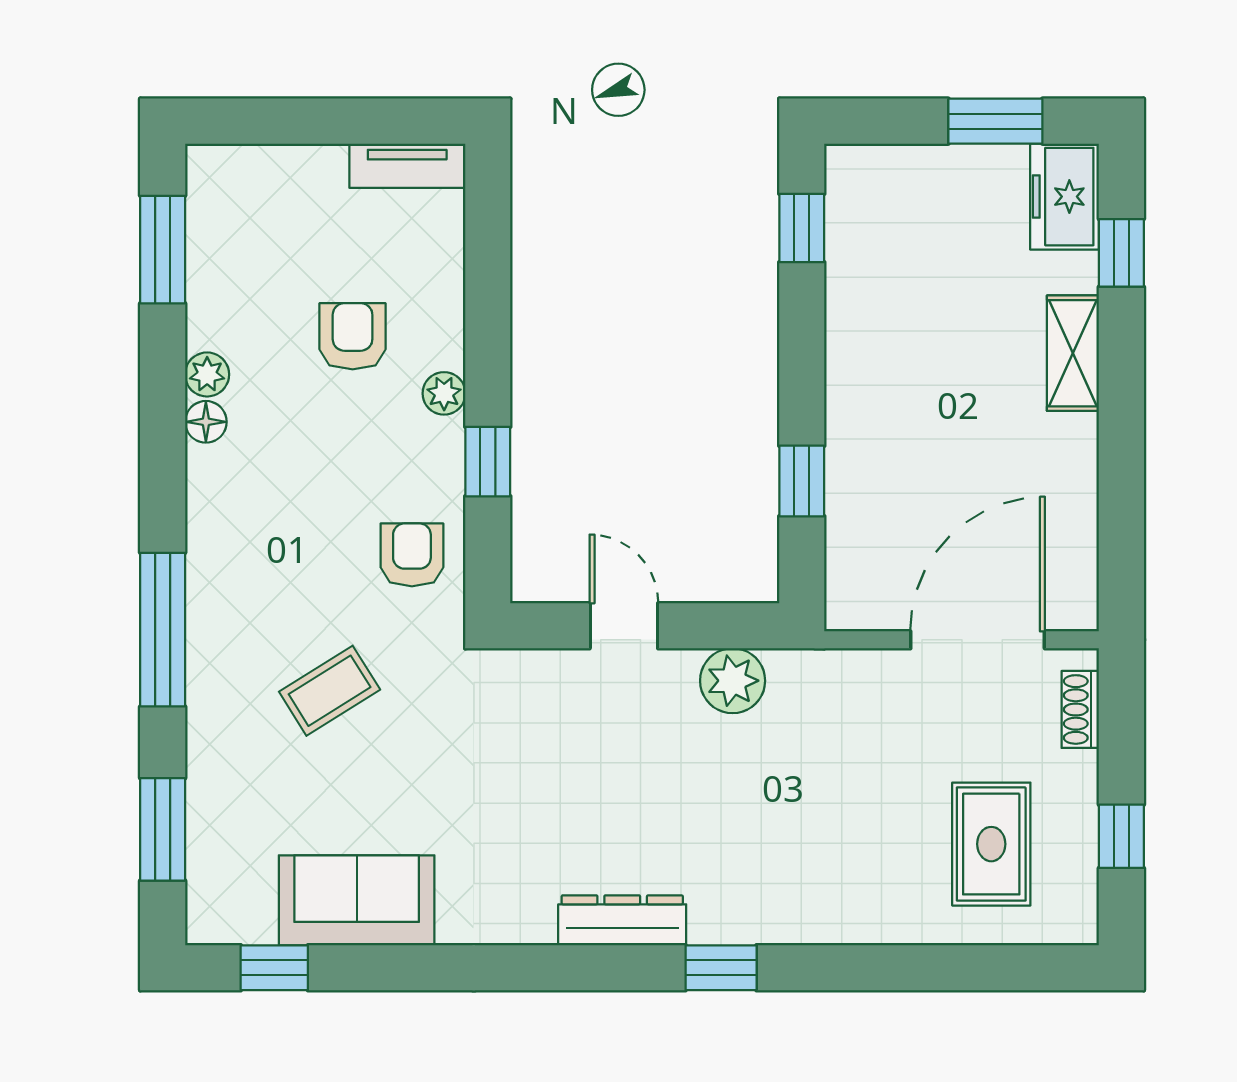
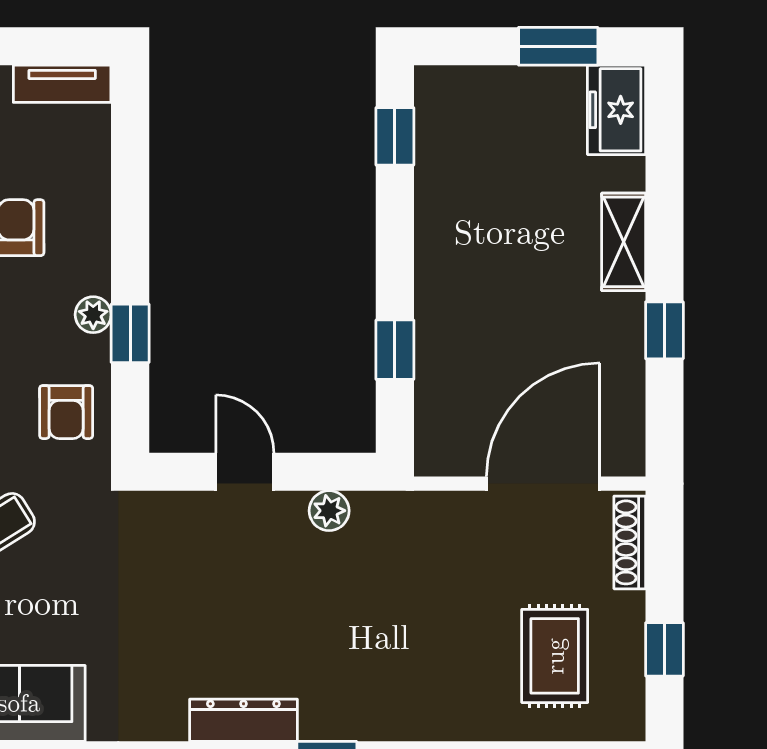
window: (1121, 253) -> (664, 330), moved
plant: (444, 393) -> (93, 315), moved
armchair: (412, 555) -> (66, 412), turned 180
plant: (733, 681) -> (329, 511), width x0.73, depth x0.73
shoe rack: (1080, 709) -> (630, 542), width x1.43

